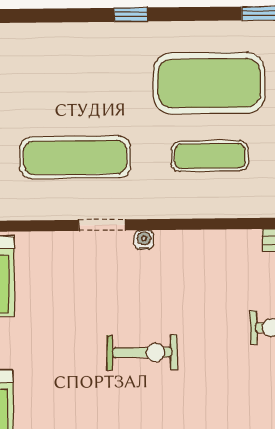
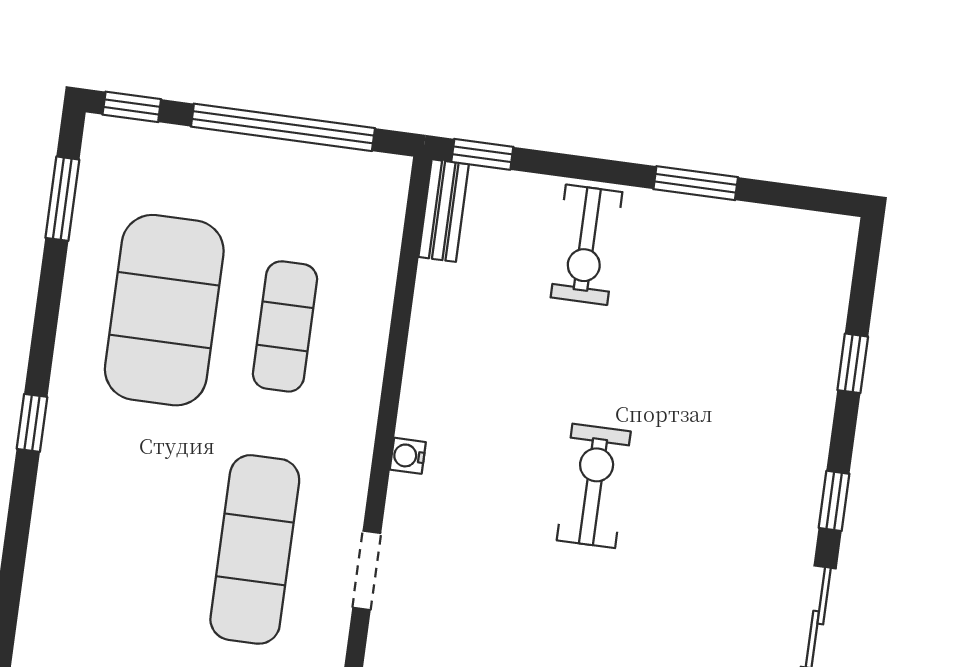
doorway: (102, 225) -> (367, 570), moved

